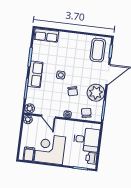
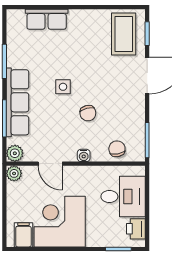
row of seats: (46, 35) -> (47, 19), moved
row of seats: (35, 74) -> (17, 102), width x1.48
plant: (96, 93) -> (130, 111), removed

